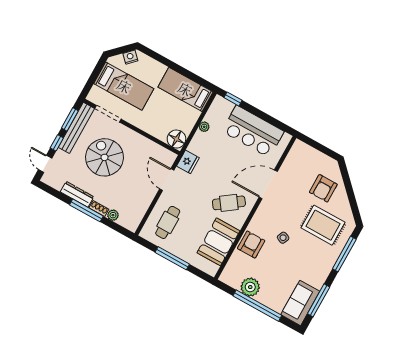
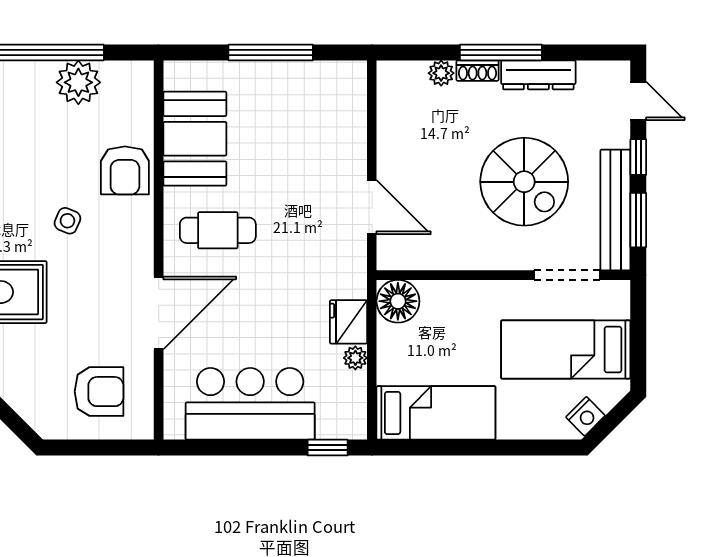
fridge: (188, 162) -> (348, 322), moved
armchair: (323, 188) -> (99, 392), moved, turned 90
cafe table: (229, 203) -> (218, 230), turned 36
cafe table: (168, 222) -> (321, 121), removed

